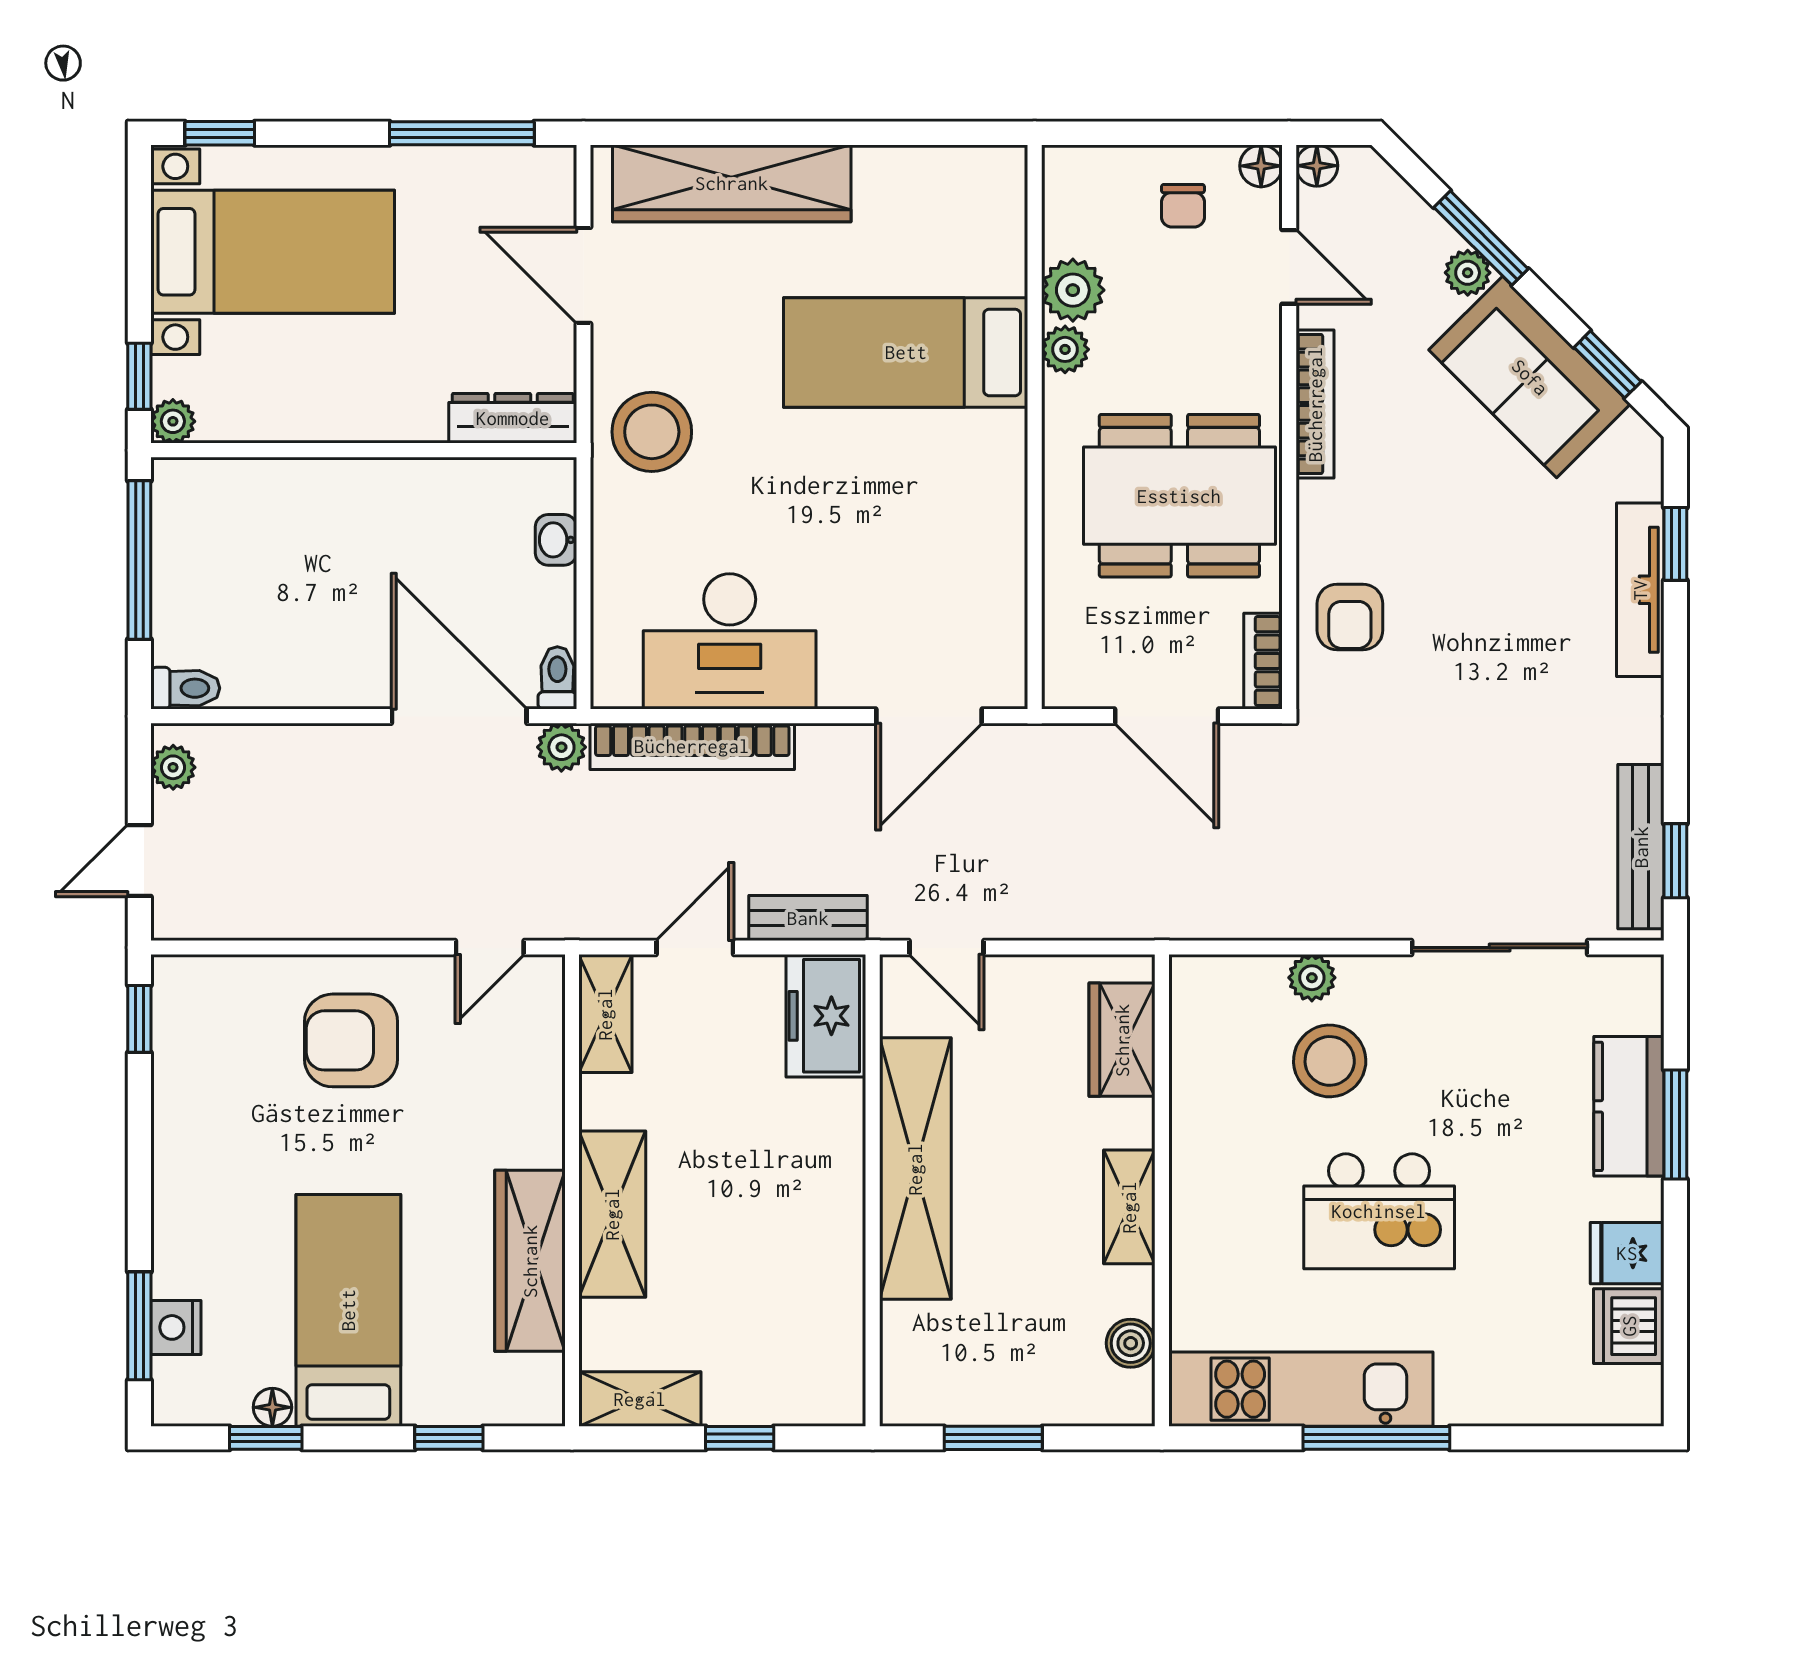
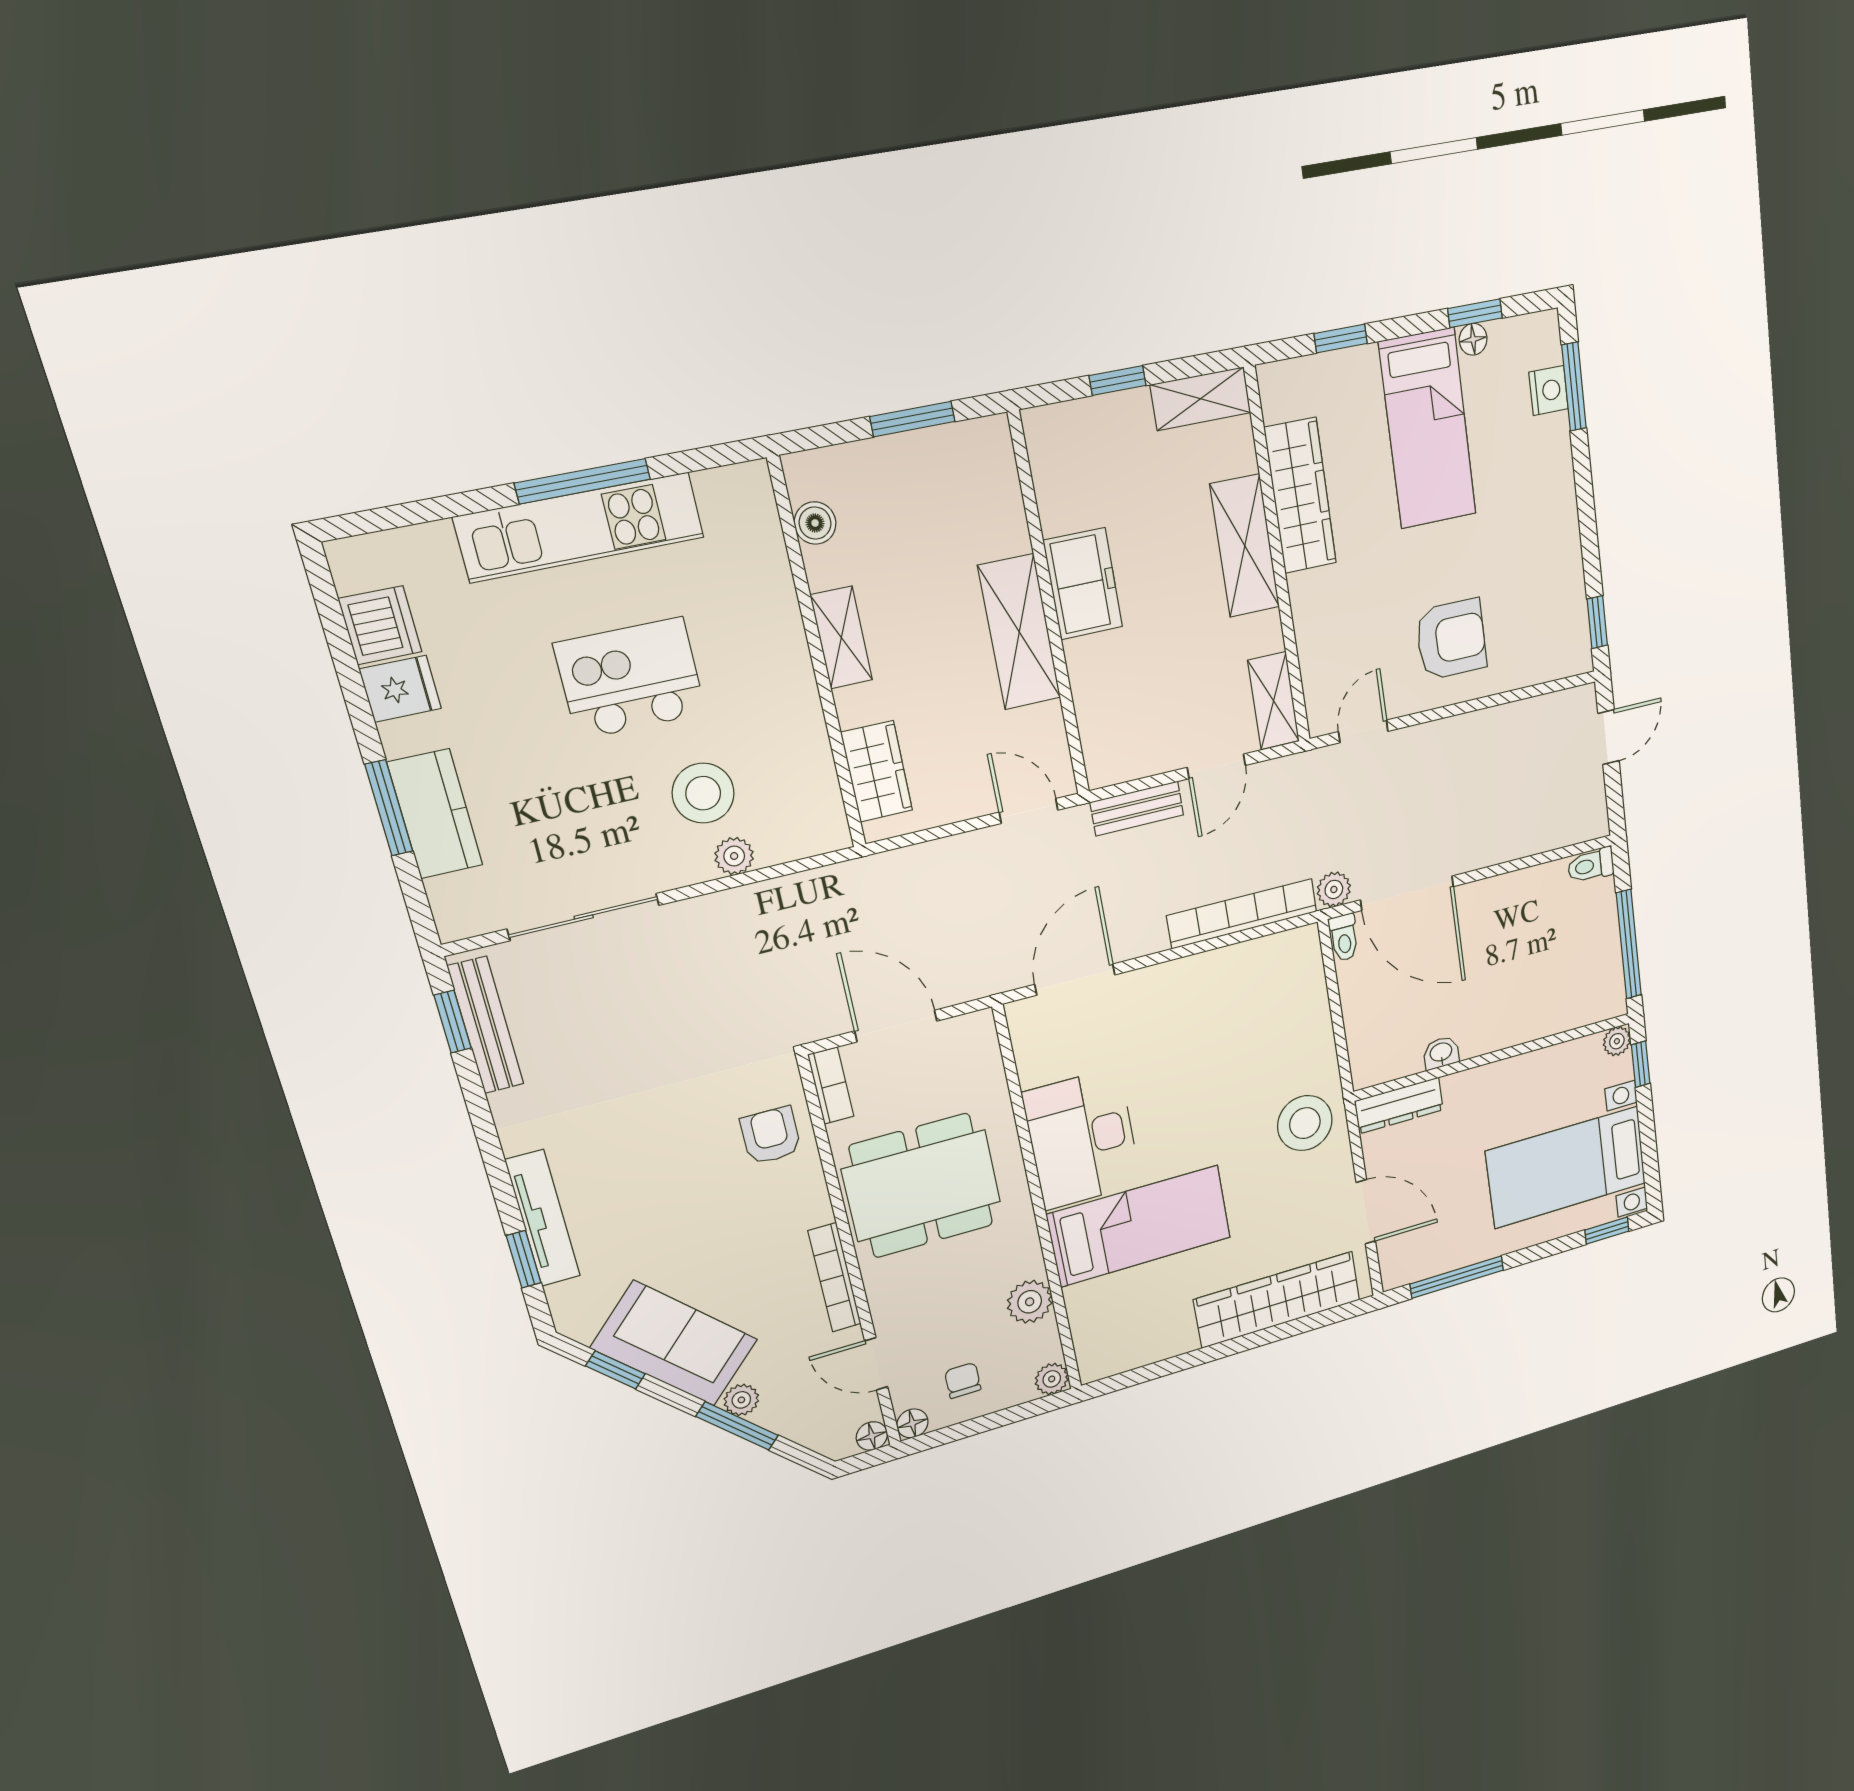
plant: (1065, 349) -> (1052, 1379), moved
washbasin: (556, 540) -> (1441, 1053), moved, turned -90
desk: (730, 641) -> (1082, 1139), moved, turned -90
plant: (173, 767) -> (1593, 808), removed
freezer: (826, 1016) -> (1083, 584), moved
shelving: (915, 1169) -> (1019, 632), width x0.68
kitchen unit: (1301, 1389) -> (580, 527), moved

